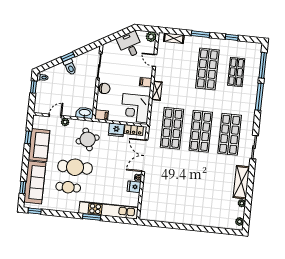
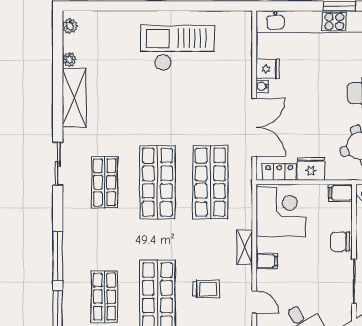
trolley: (180, 70) -> (206, 289), added
shop shelf: (230, 134) -> (104, 182), width x0.70, depth x0.74
checkout: (182, 203) -> (178, 48), added

